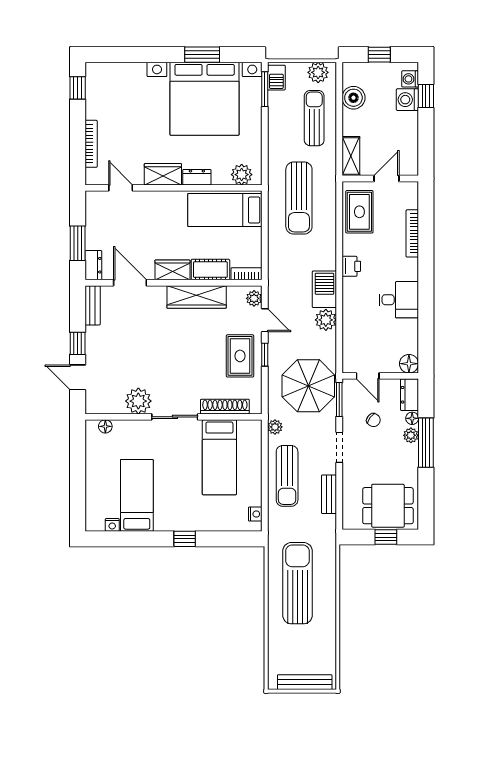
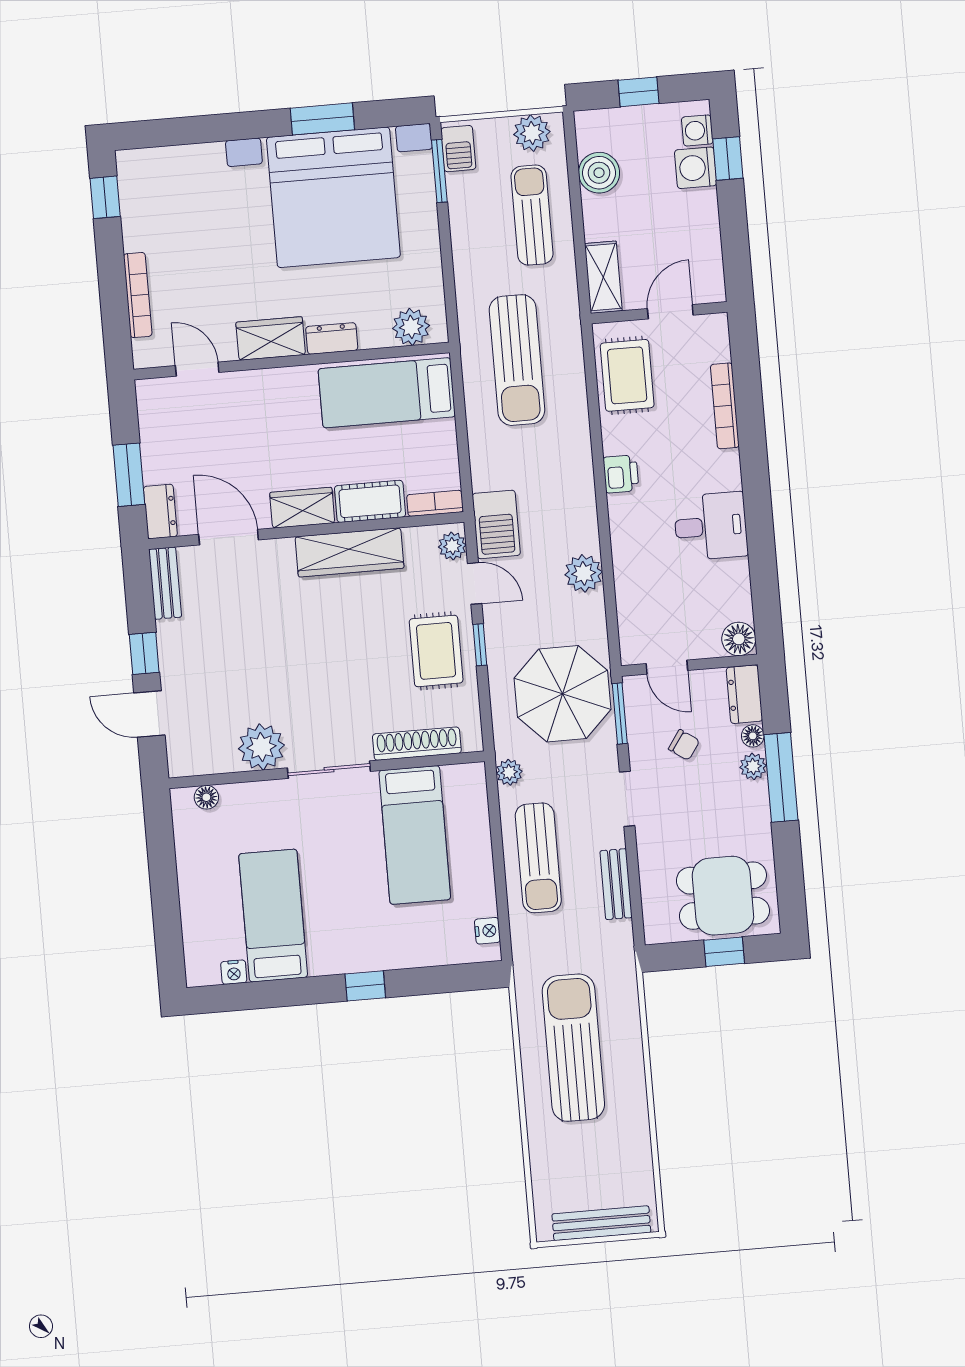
barbecue: (324, 289) -> (496, 524), moved, turned 180

